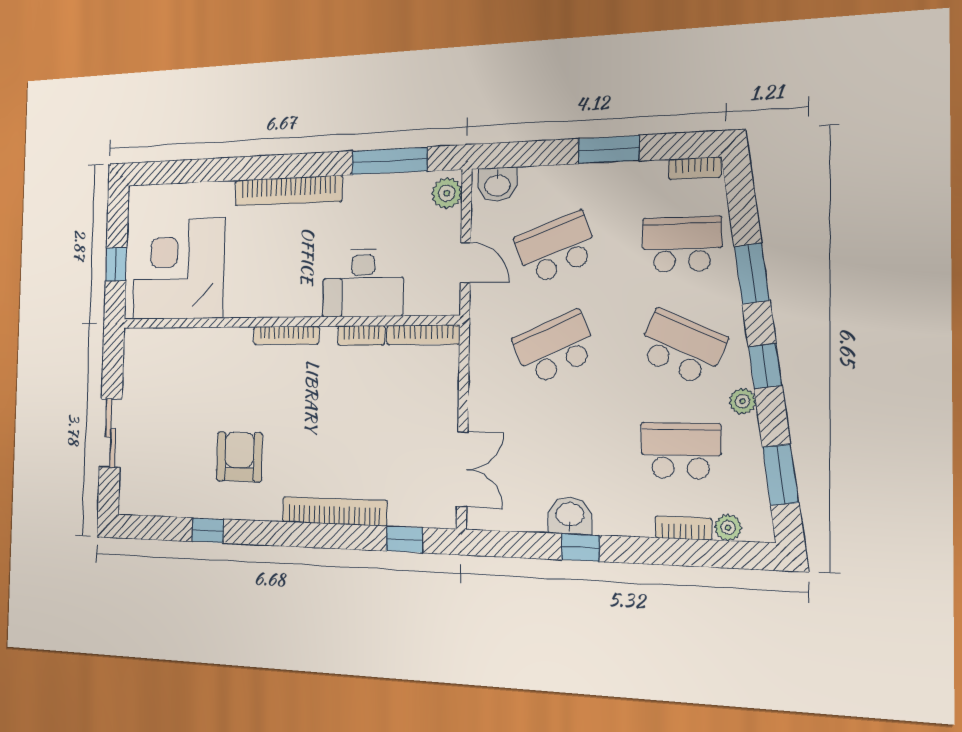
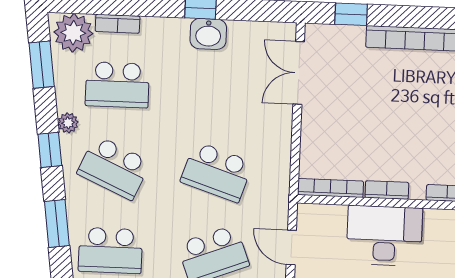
school desk: (555, 347) -> (217, 172), turned 42
plant: (728, 528) -> (73, 33), width x1.87, depth x1.87

